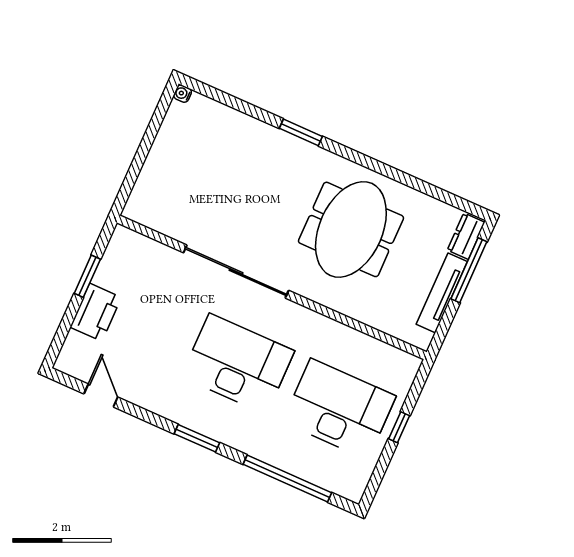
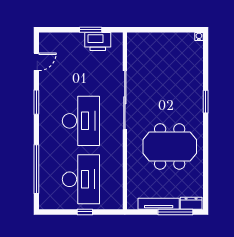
printer: (96, 312) -> (98, 42), moved
window: (197, 438) -> (36, 102), moved

